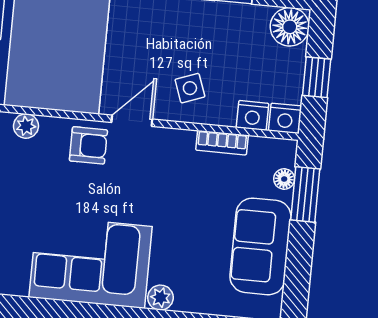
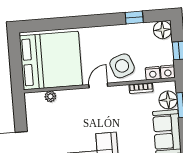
side table: (190, 88) -> (122, 66), width x1.87, depth x1.87
armchair: (88, 145) -> (80, 100), removed
floor lamp: (284, 179) -> (168, 100), width x1.89, depth x1.89

